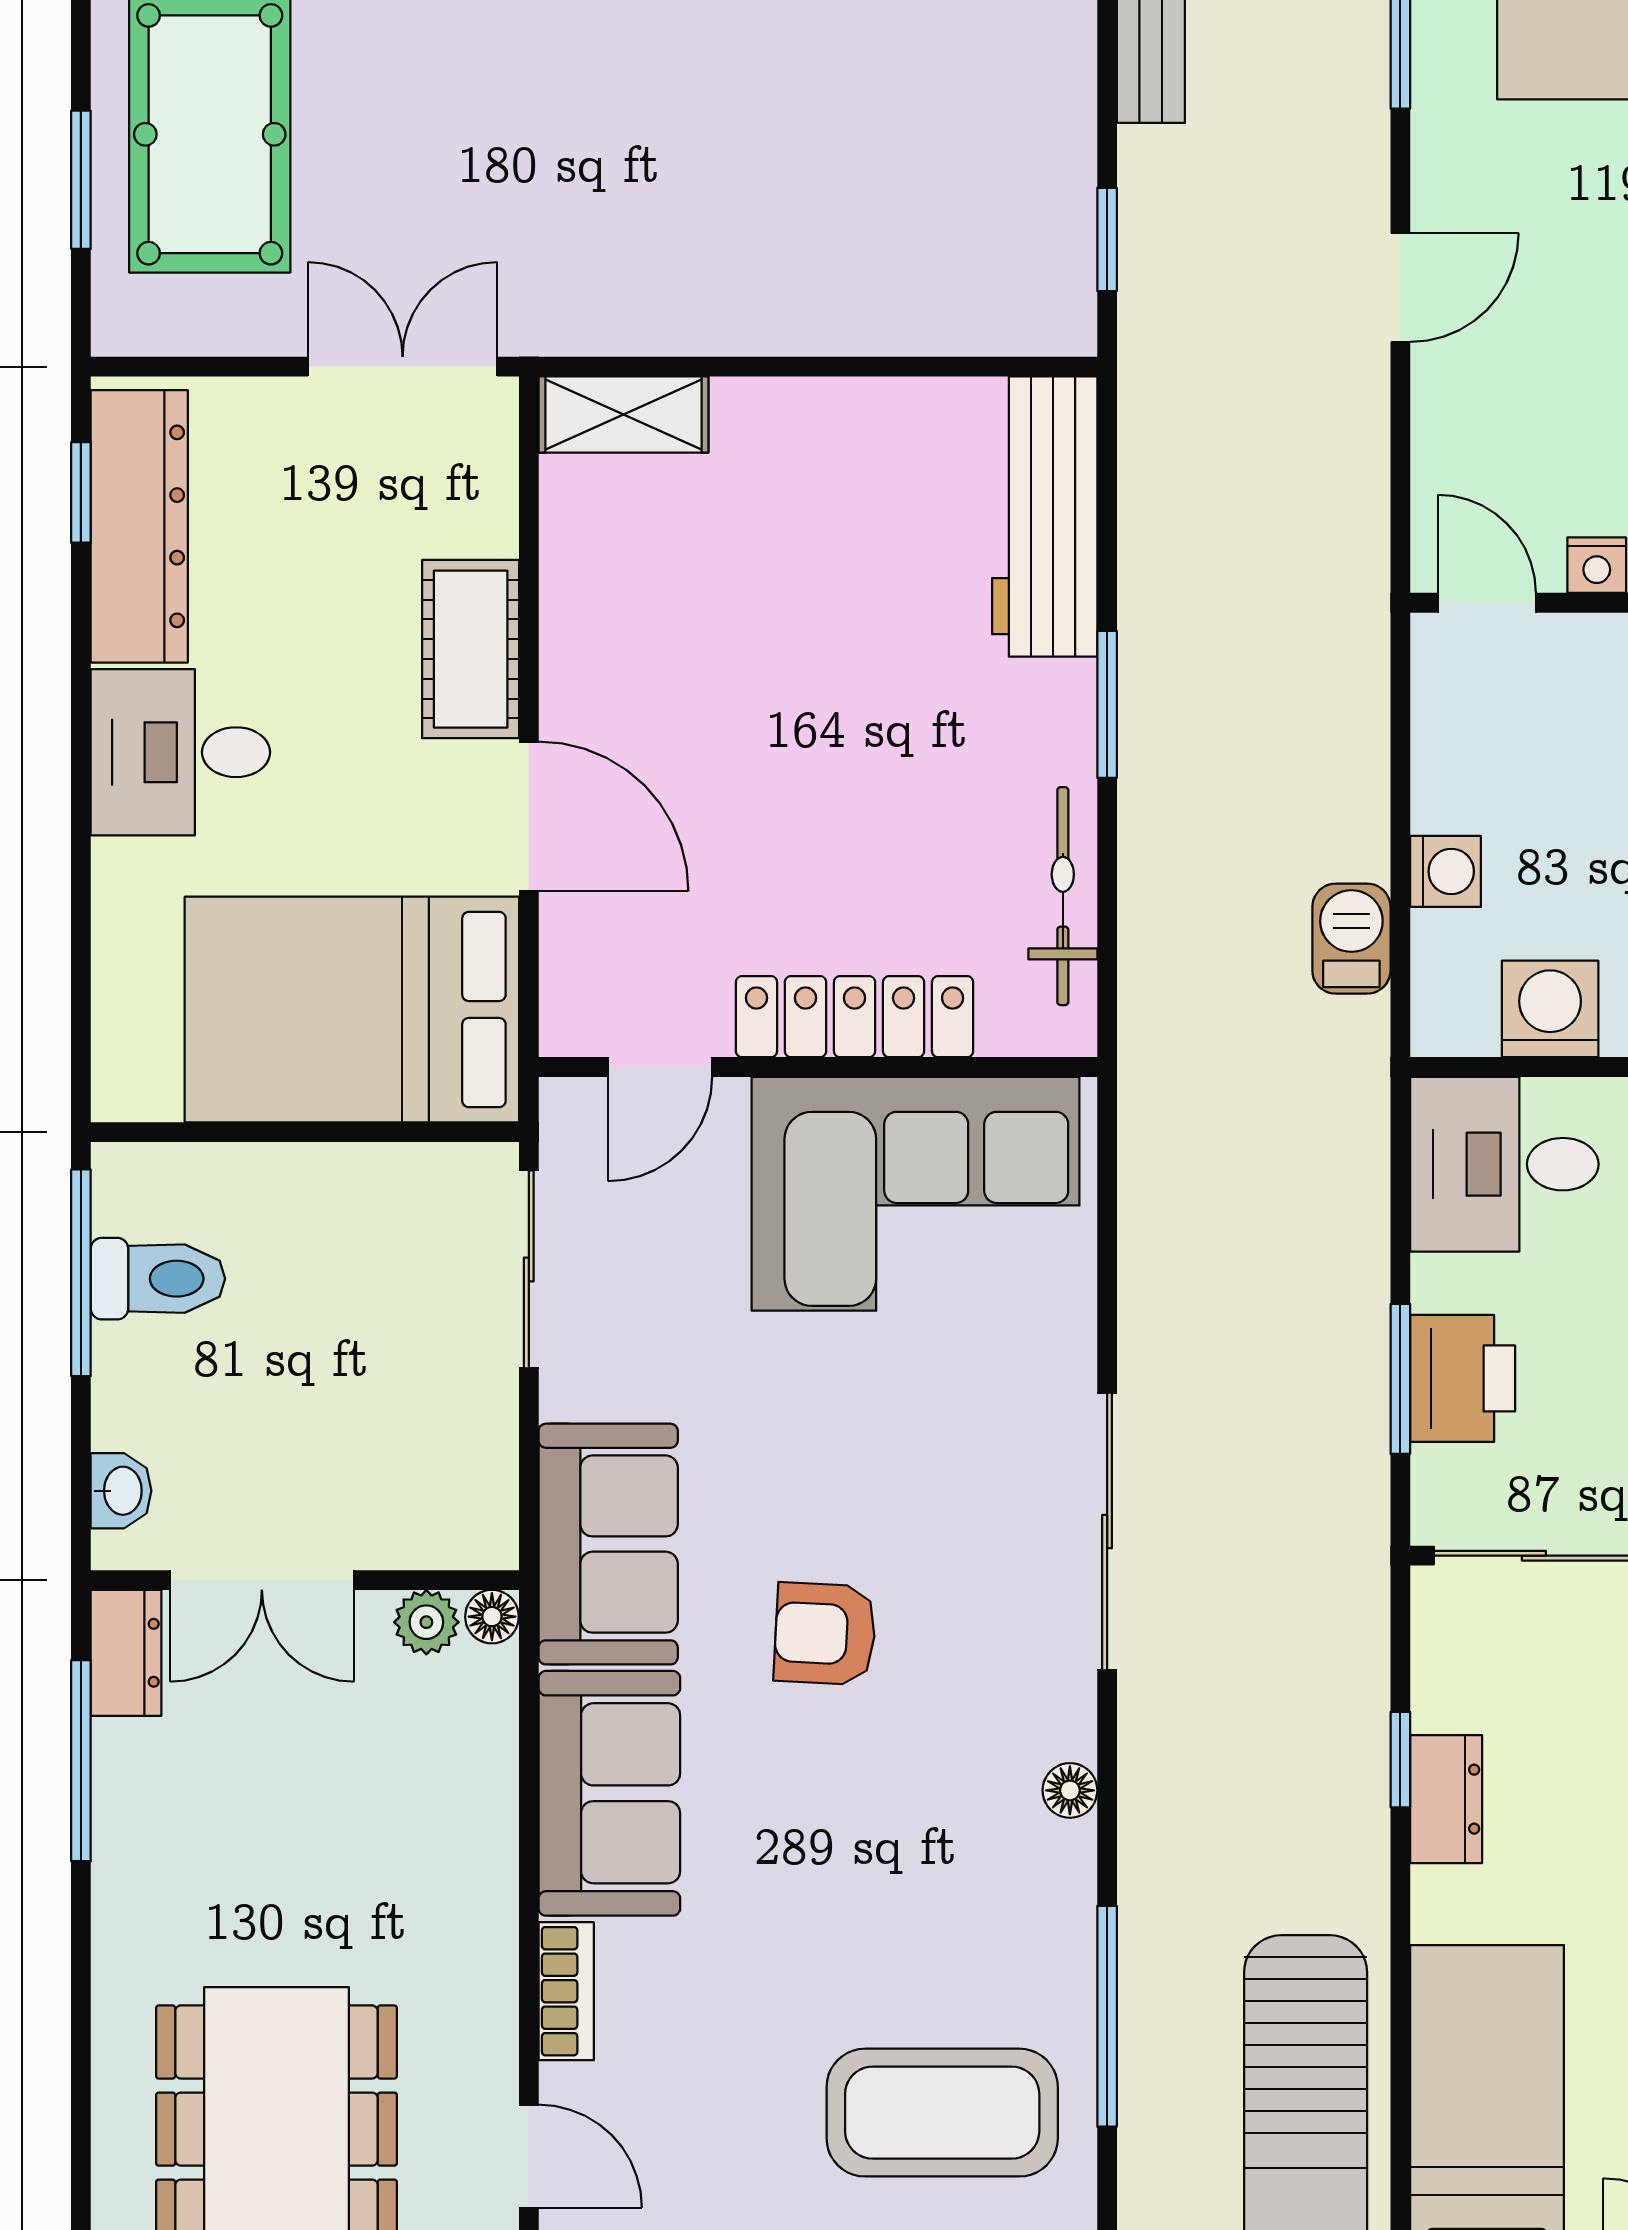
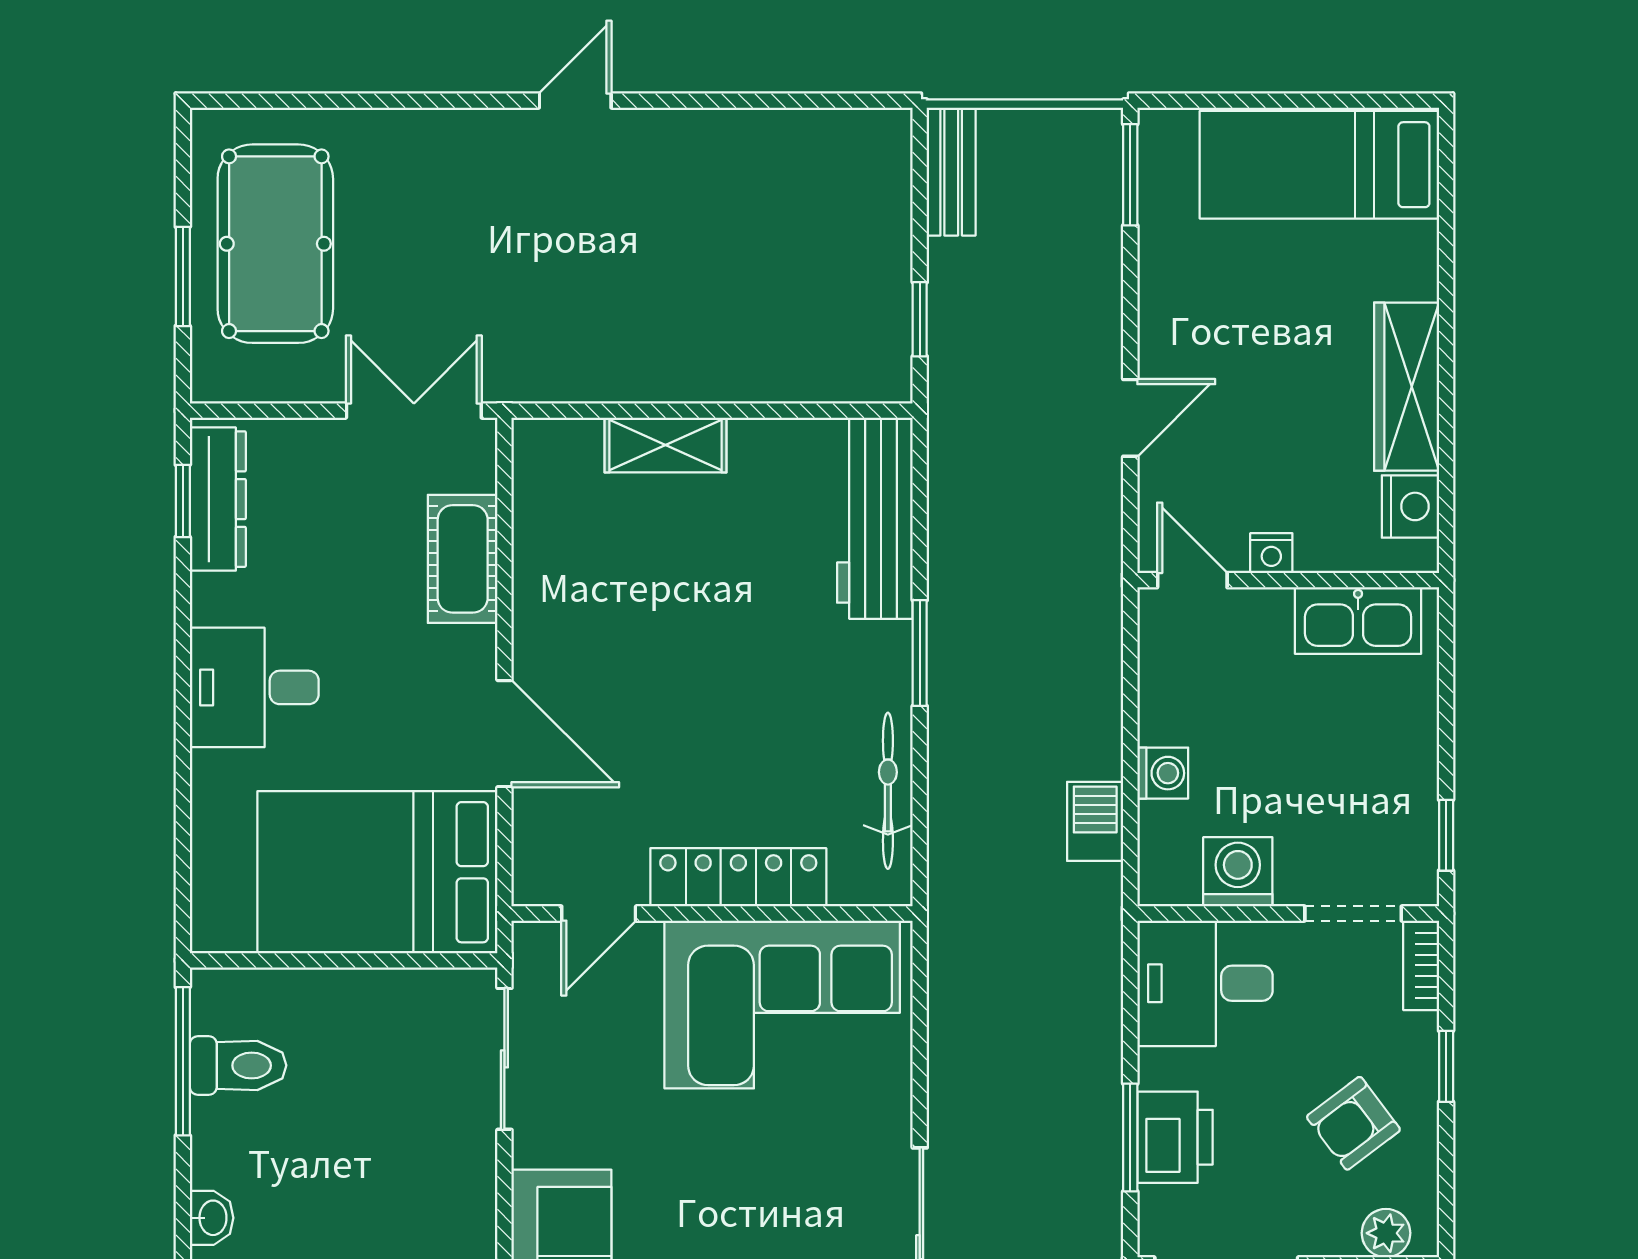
door: (1400, 288) -> (1130, 418), moved
shelving: (623, 415) -> (665, 445), moved
dresser: (139, 526) -> (218, 499), width x0.73, depth x0.80
cot: (471, 649) -> (463, 559), moved

